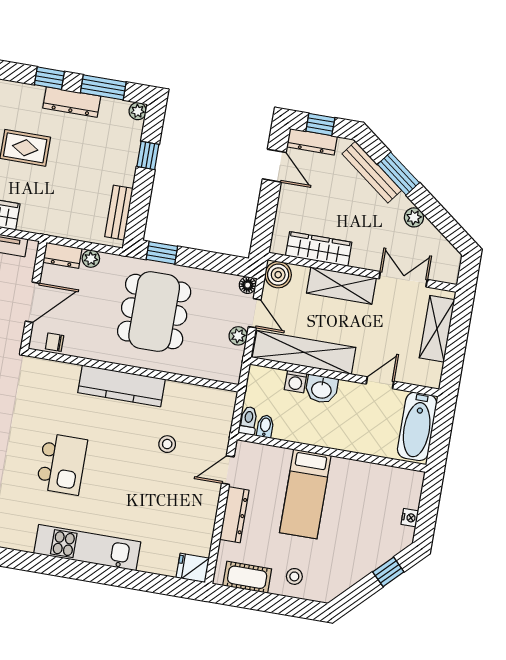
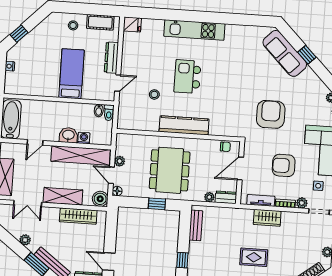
window: (162, 253) -> (157, 204), moved
kitchen island: (62, 464) -> (187, 77), moved

